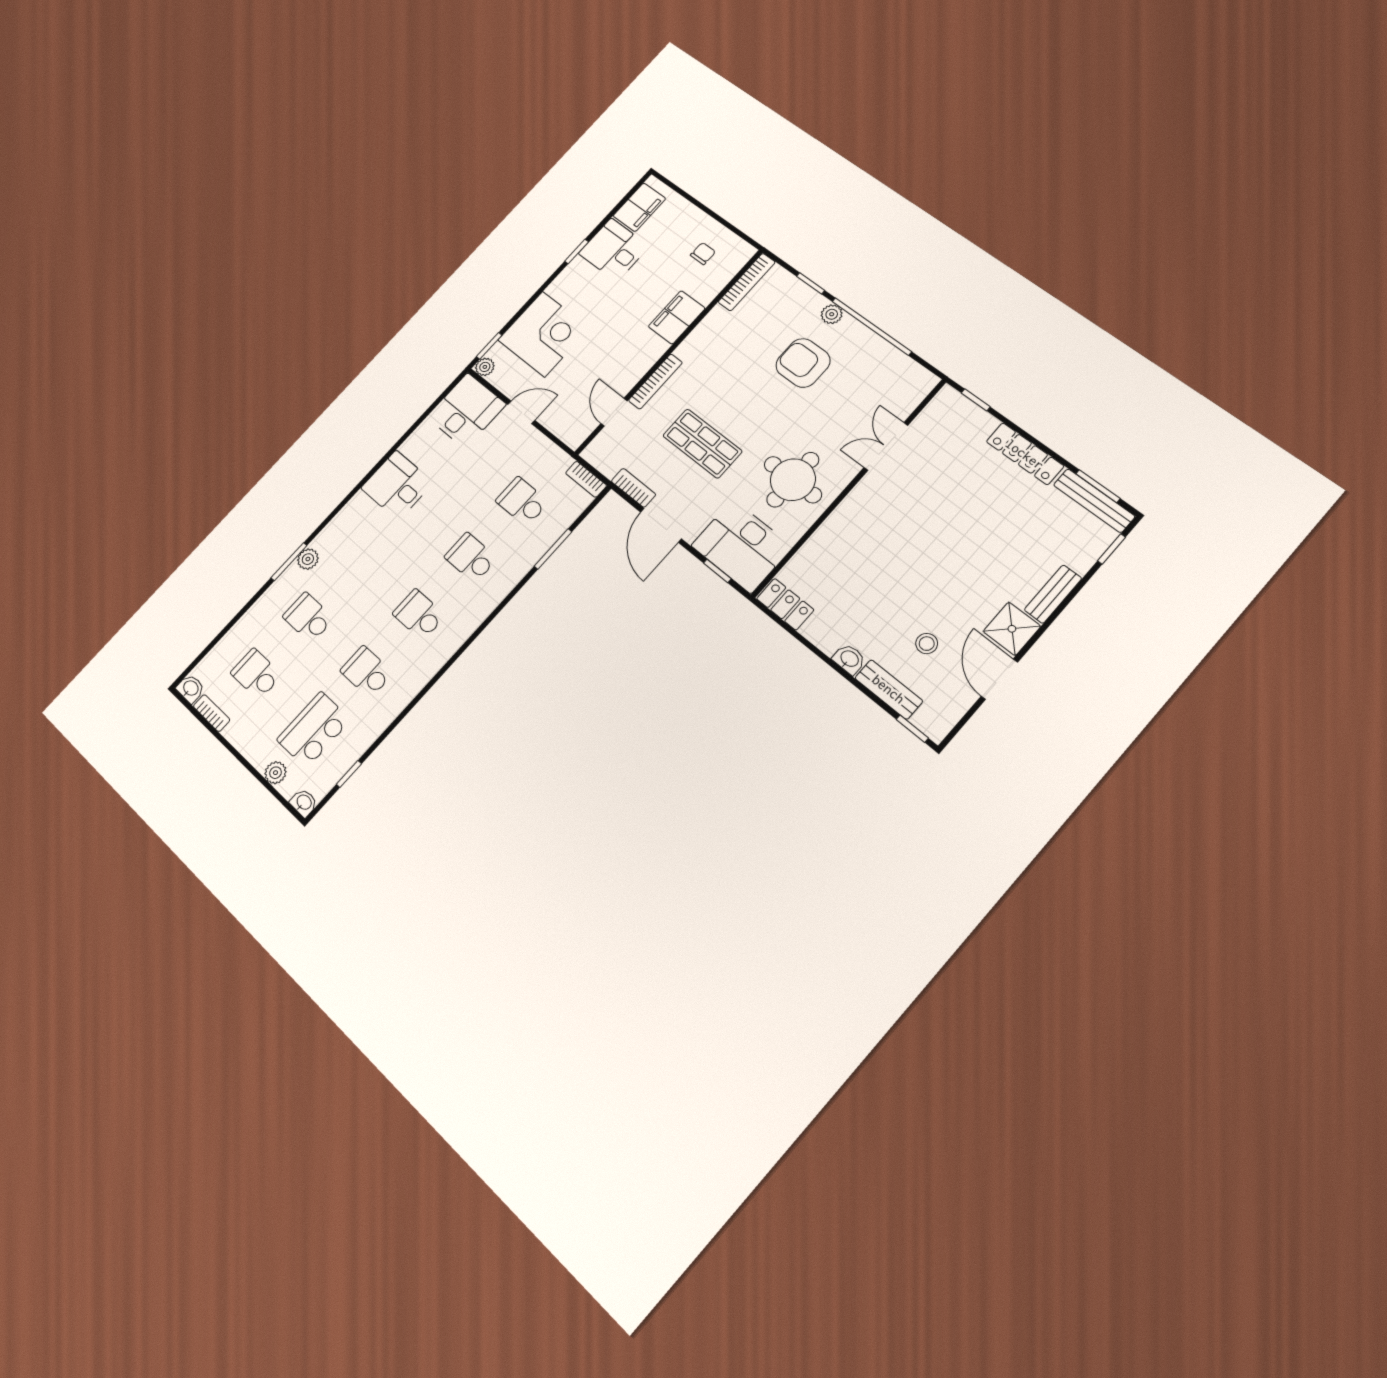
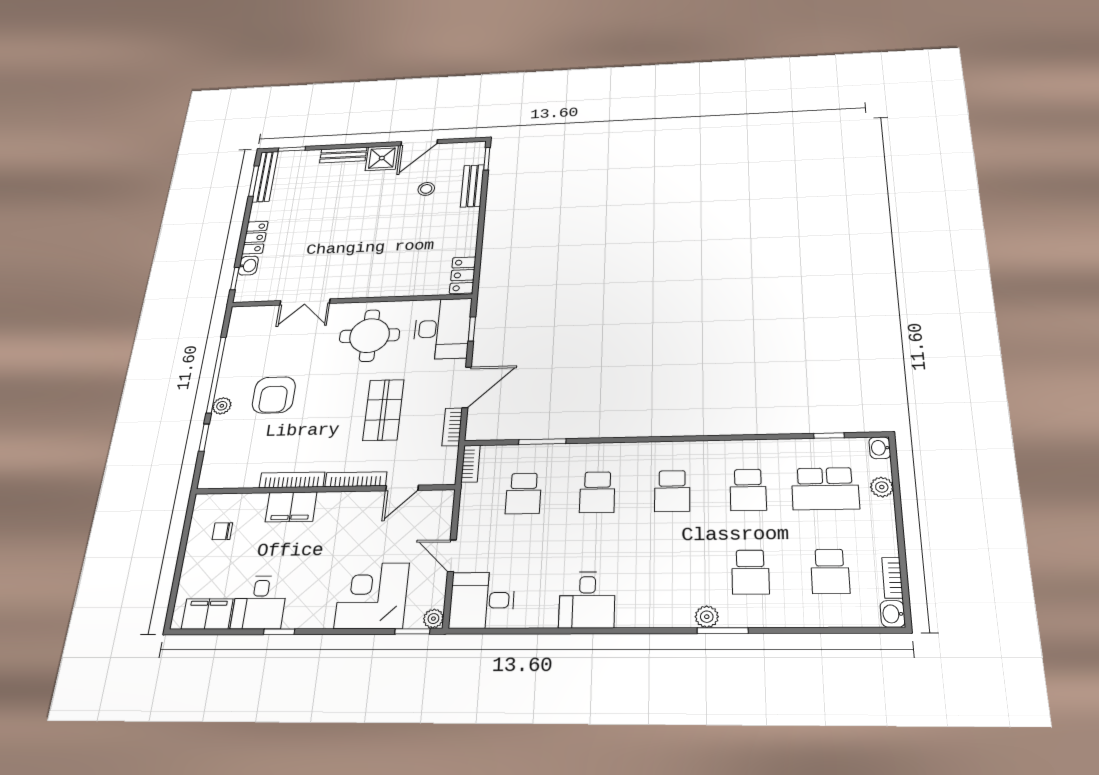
bookcase: (747, 282) -> (292, 480), moved
locker: (1025, 454) -> (255, 238), width x0.66
washbasin: (849, 659) -> (248, 266), moved, turned 180

